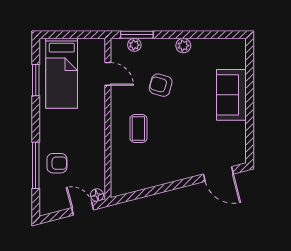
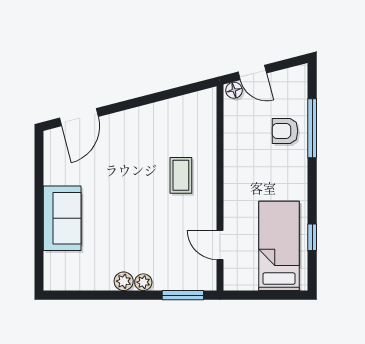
plant: (134, 45) -> (143, 282), moved
window: (36, 80) -> (312, 237), width x0.67
armchair: (161, 85) -> (153, 231), removed
door: (218, 174) -> (79, 117), swing flipped

